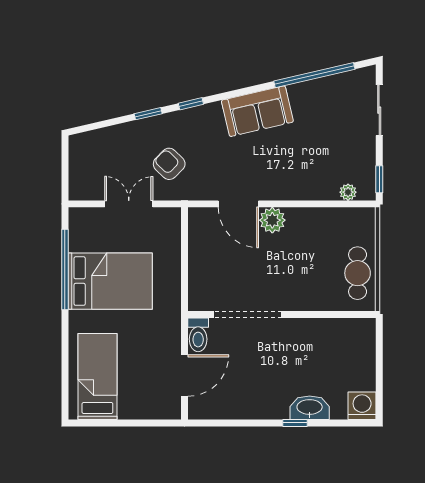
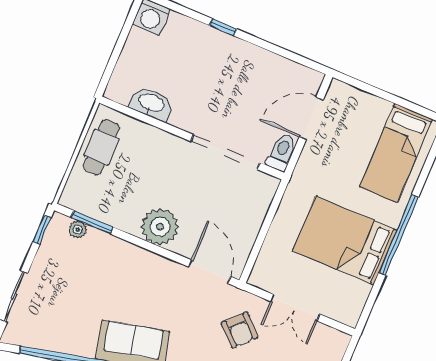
door: (238, 204) -> (210, 272), moved
window: (338, 204) -> (92, 222), added
plant: (272, 220) -> (160, 227), width x1.36, depth x1.36
window: (65, 270) -> (399, 235), moved
washbasin: (310, 408) -> (151, 103), moved, turned 180

